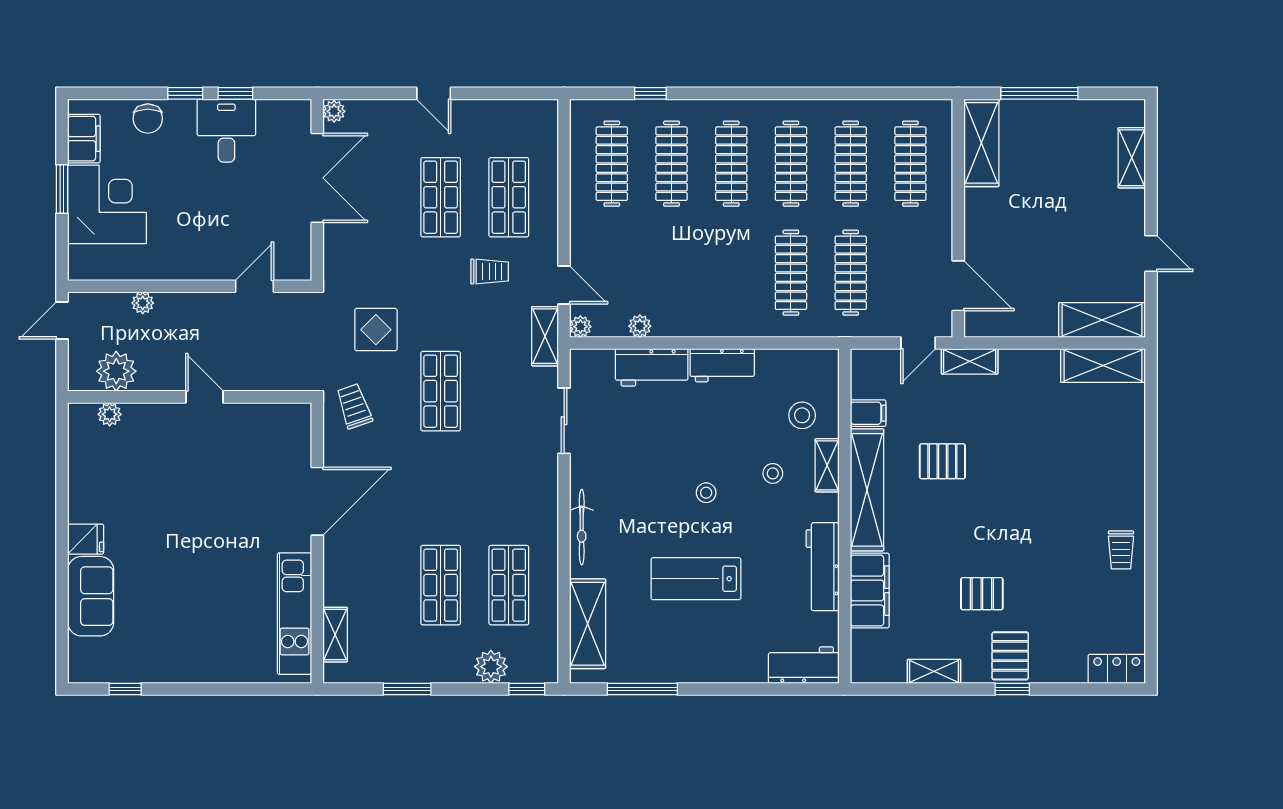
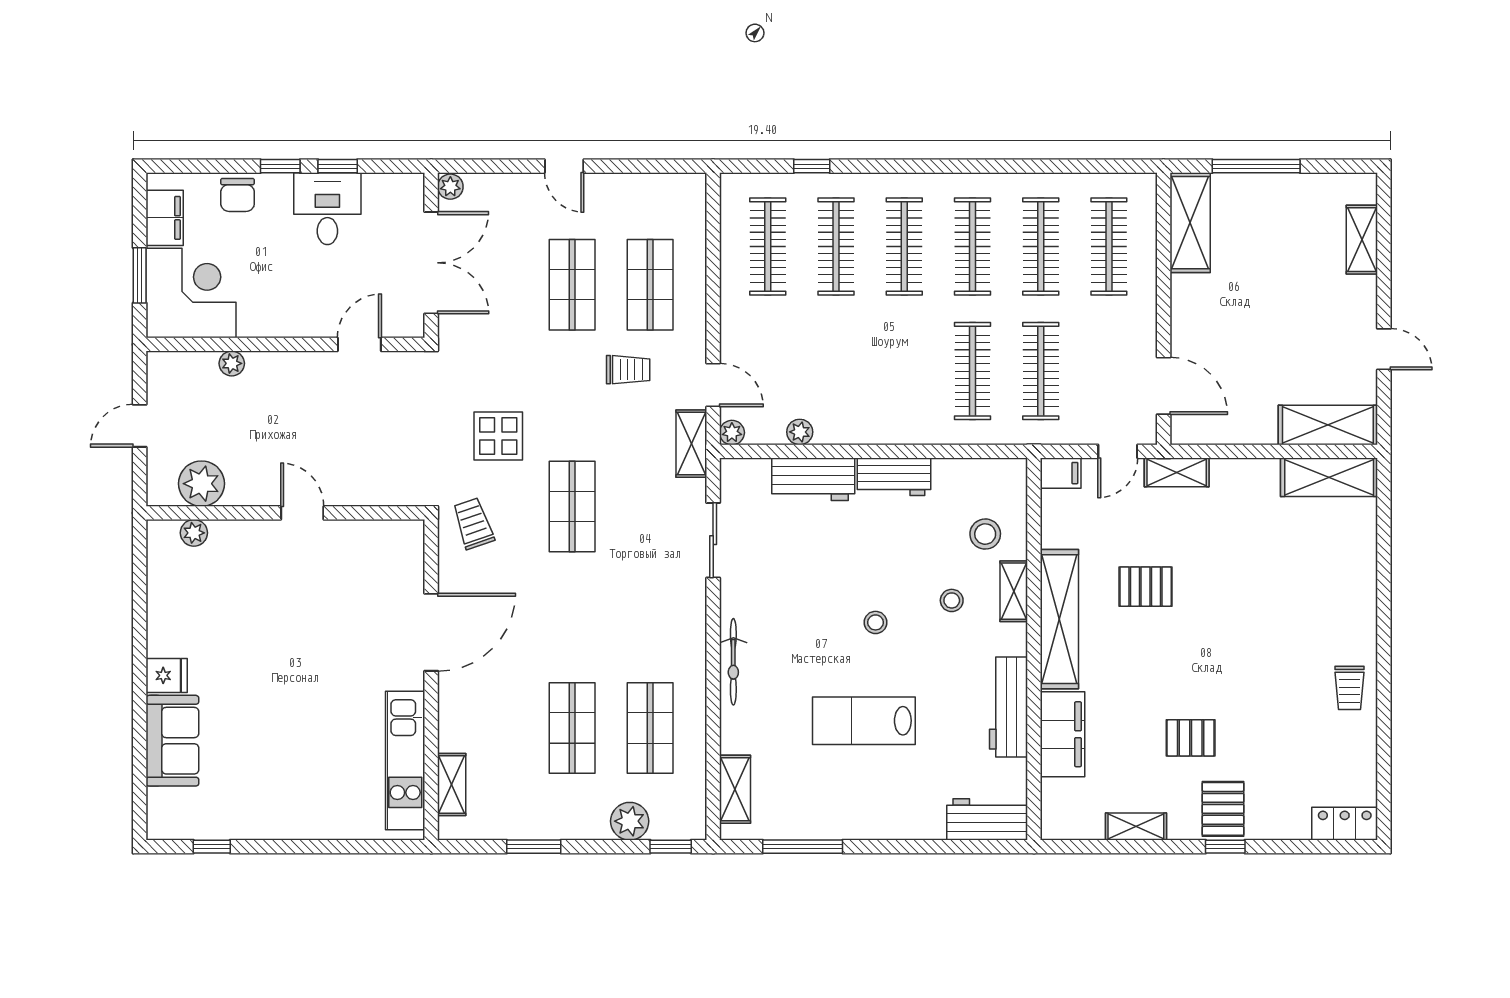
wall: (190, 286) -> (285, 344), moved
door: (254, 286) -> (359, 344), moved
plant: (143, 303) -> (232, 363), moved
filing cabinet: (868, 413) -> (1061, 473), moved
shelving: (588, 624) -> (735, 789), width x0.67, depth x0.75

